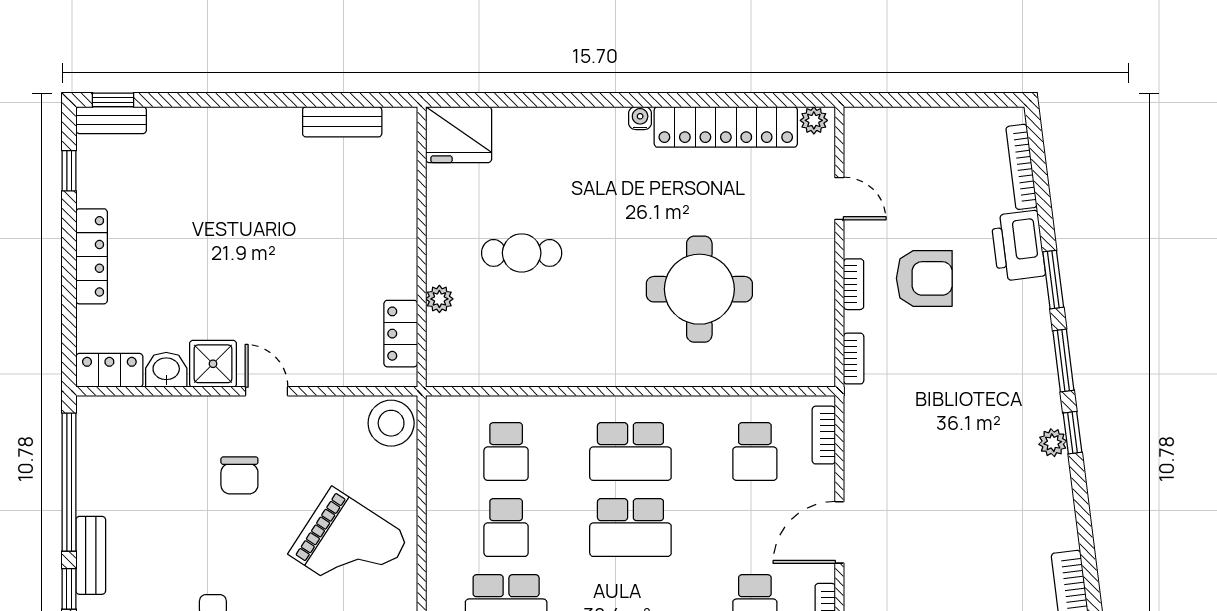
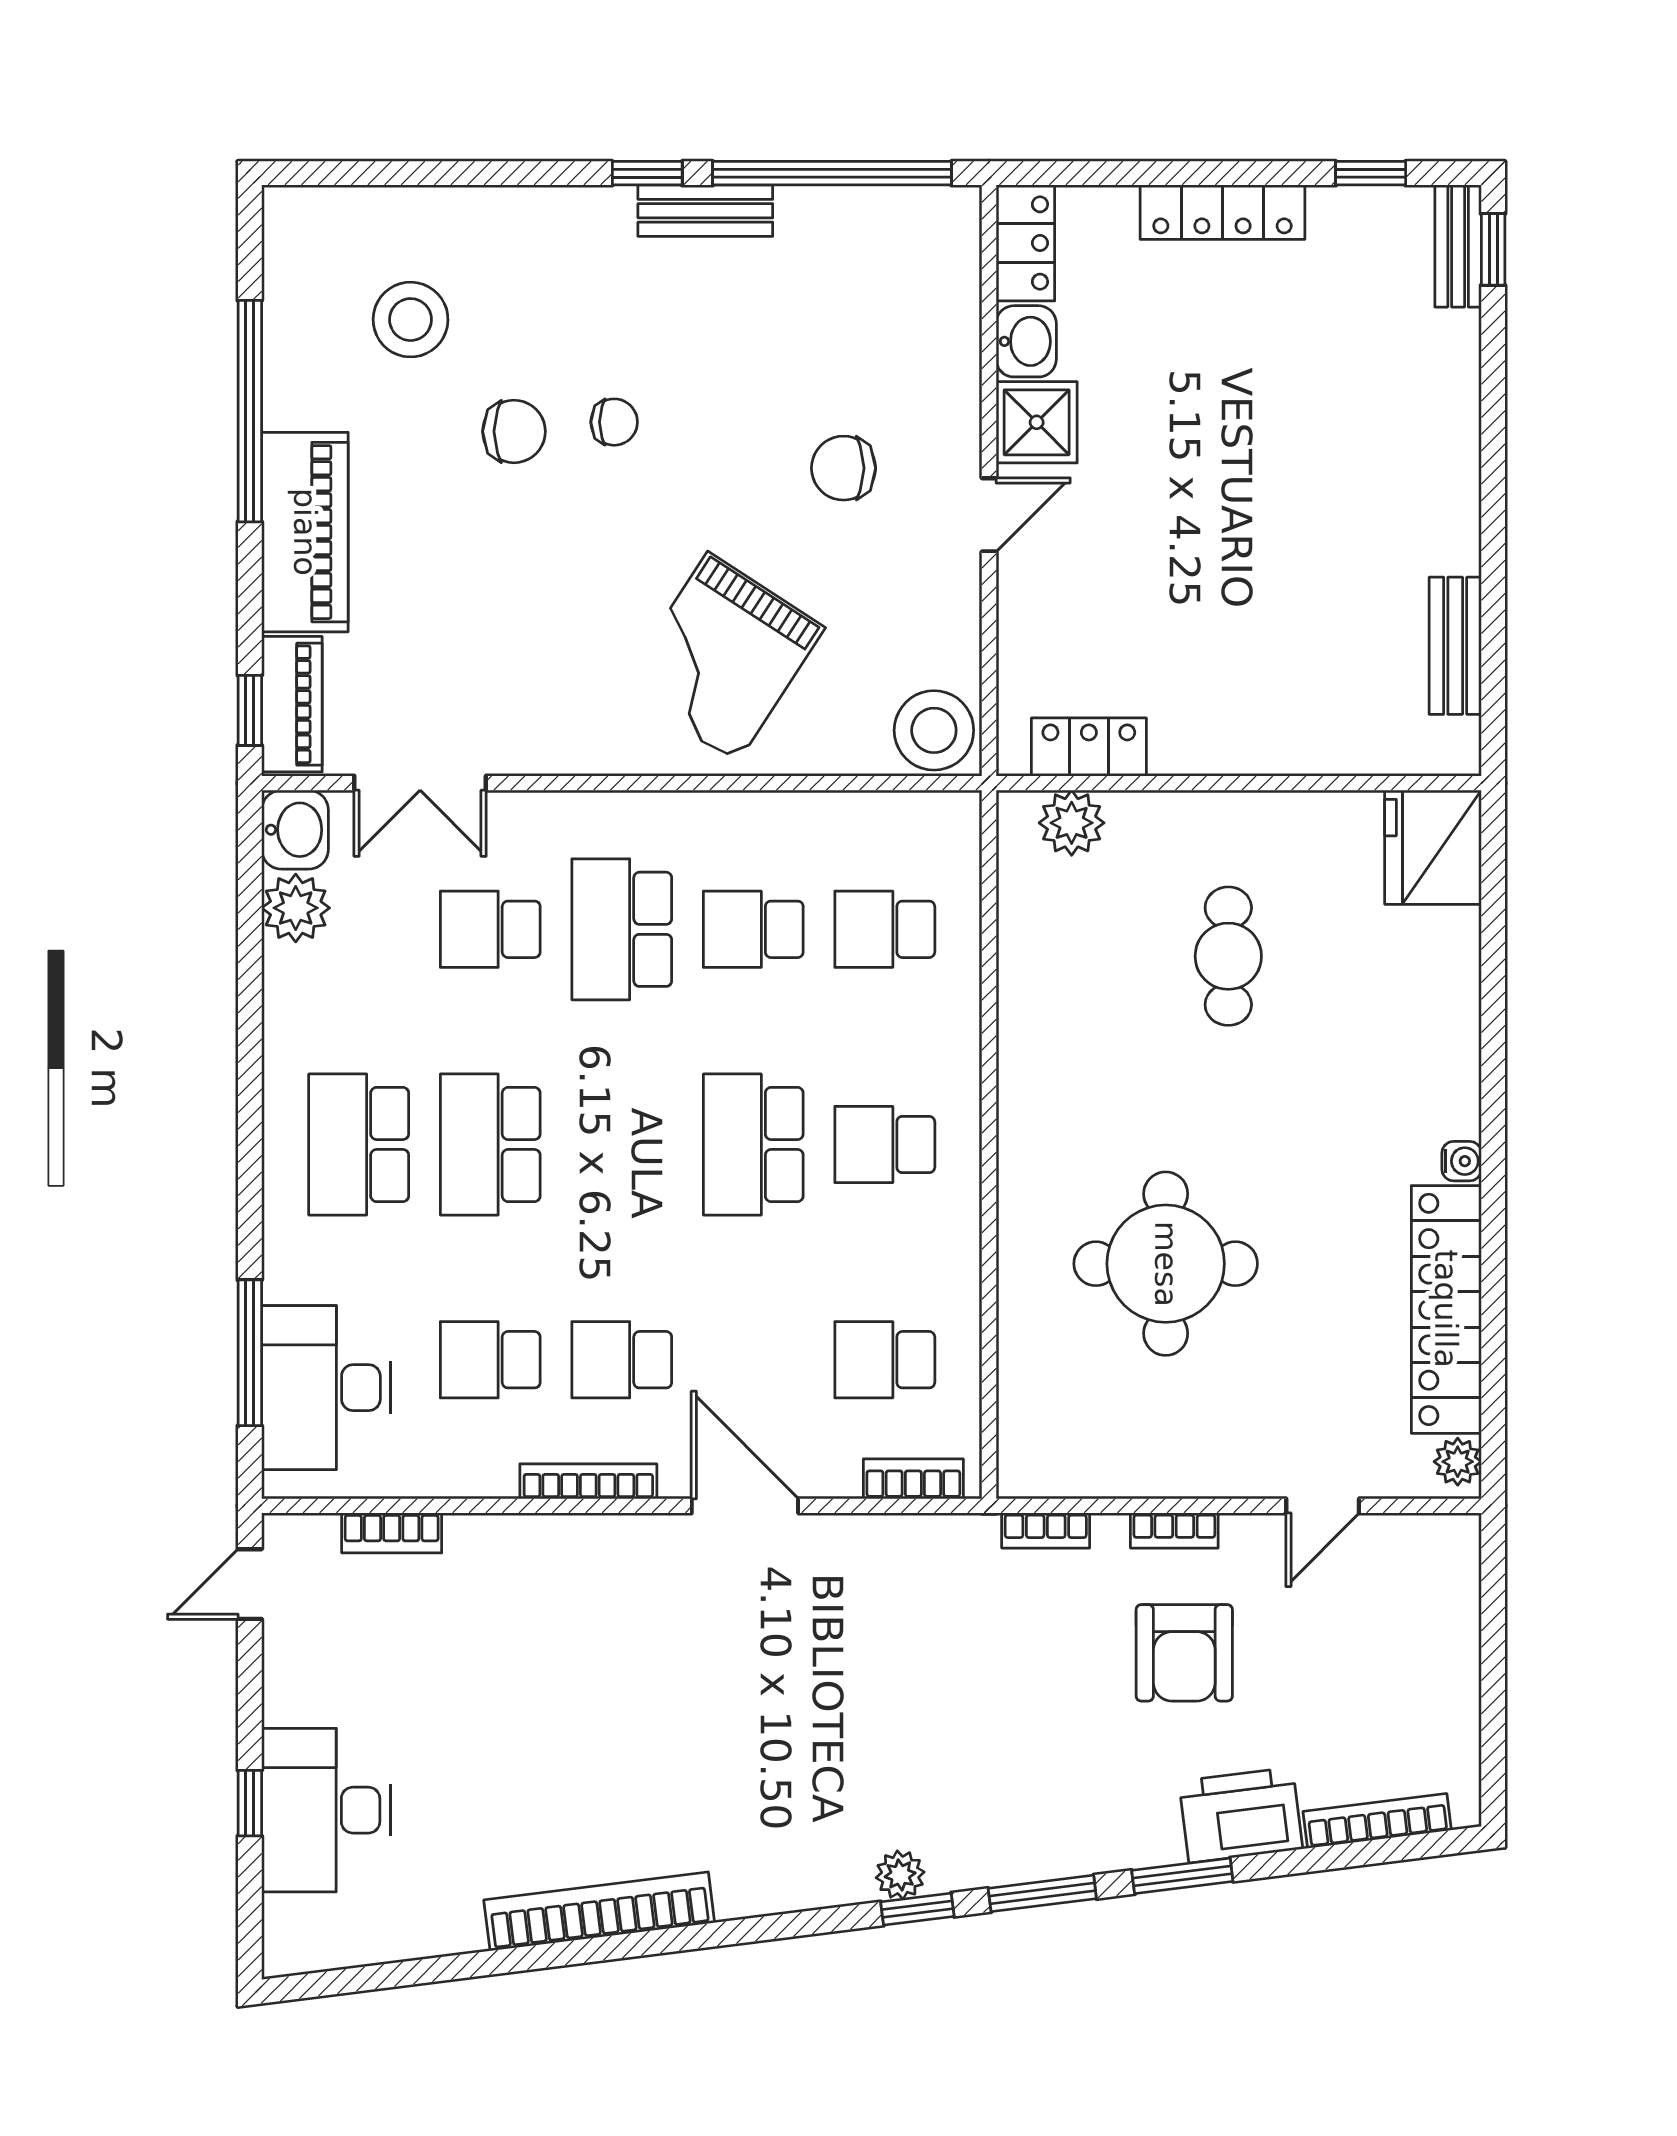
plant: (439, 299) -> (1072, 823), moved, width x1.38, depth x1.38
school desk: (630, 452) -> (885, 1144), width x0.54

